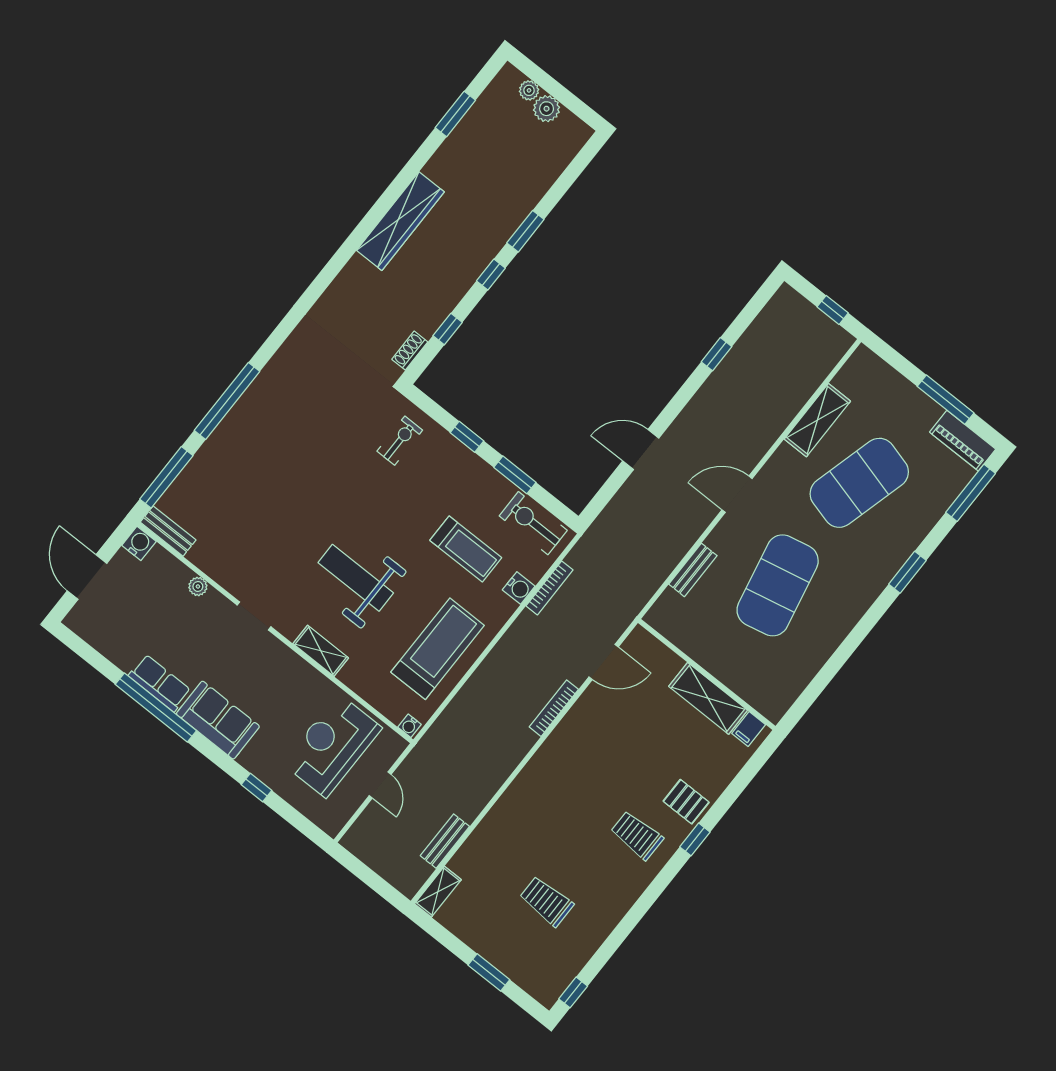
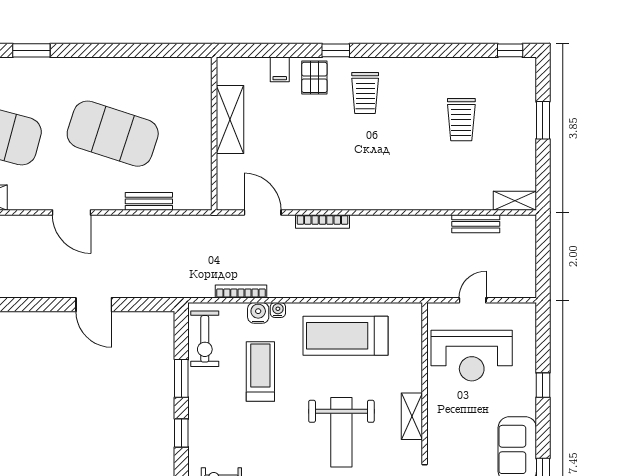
exercise mat: (778, 585) -> (113, 134), turned 30
water cooler: (410, 726) -> (278, 310), moved, turned -90
filing cabinet: (749, 729) -> (280, 69), moved, turned 90

